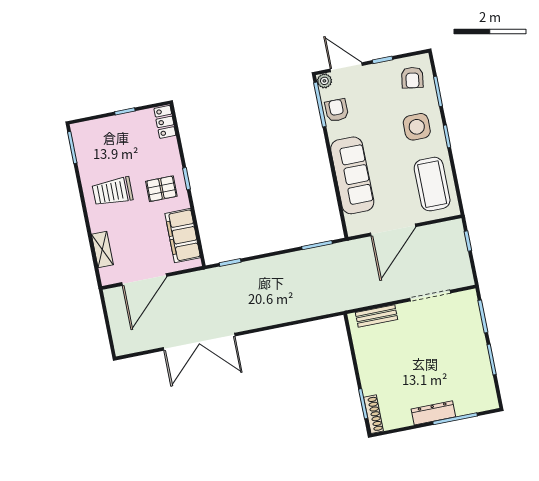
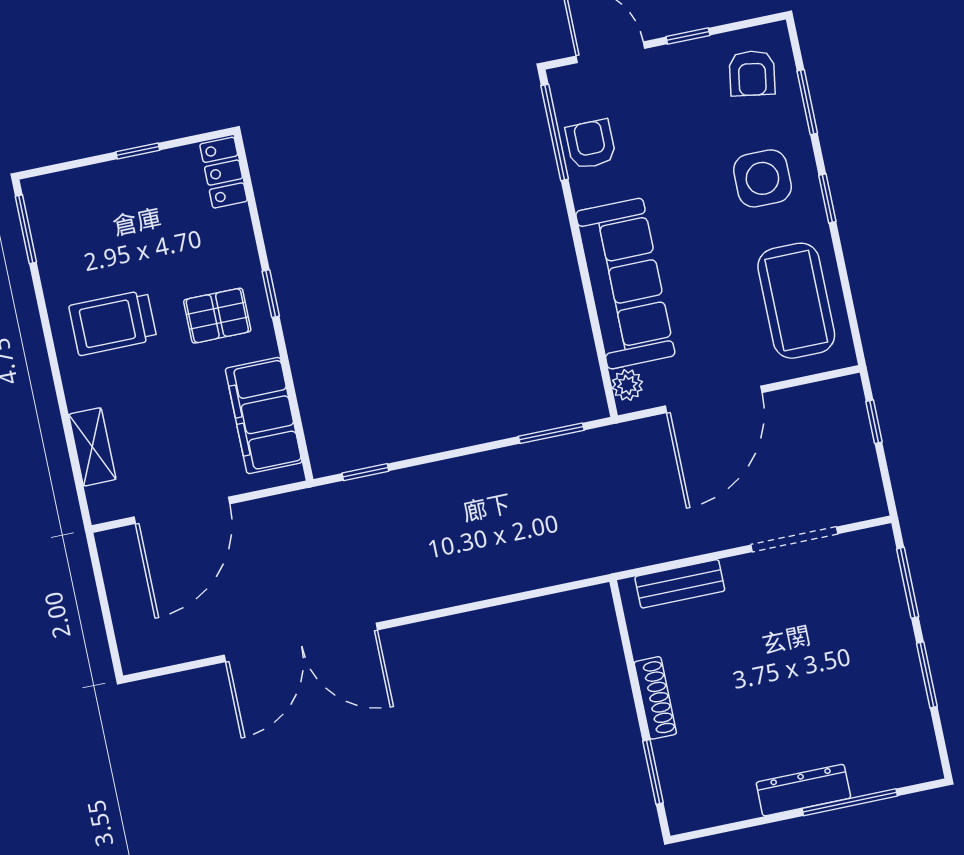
plant: (324, 81) -> (627, 385), moved
shoe rack: (374, 414) -> (655, 698), moved

